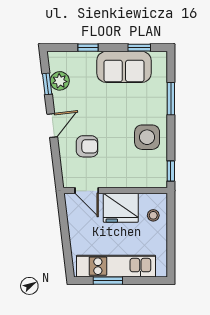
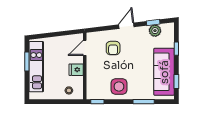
sofa: (124, 67) -> (164, 72), width x1.36
door: (52, 126) -> (126, 26), swing flipped
fridge: (121, 208) -> (76, 70), width x0.53, depth x0.75

